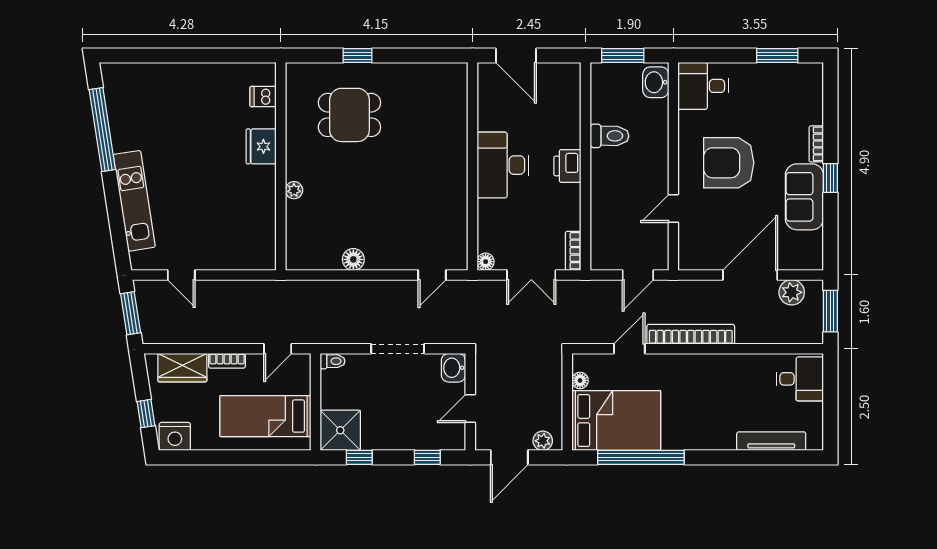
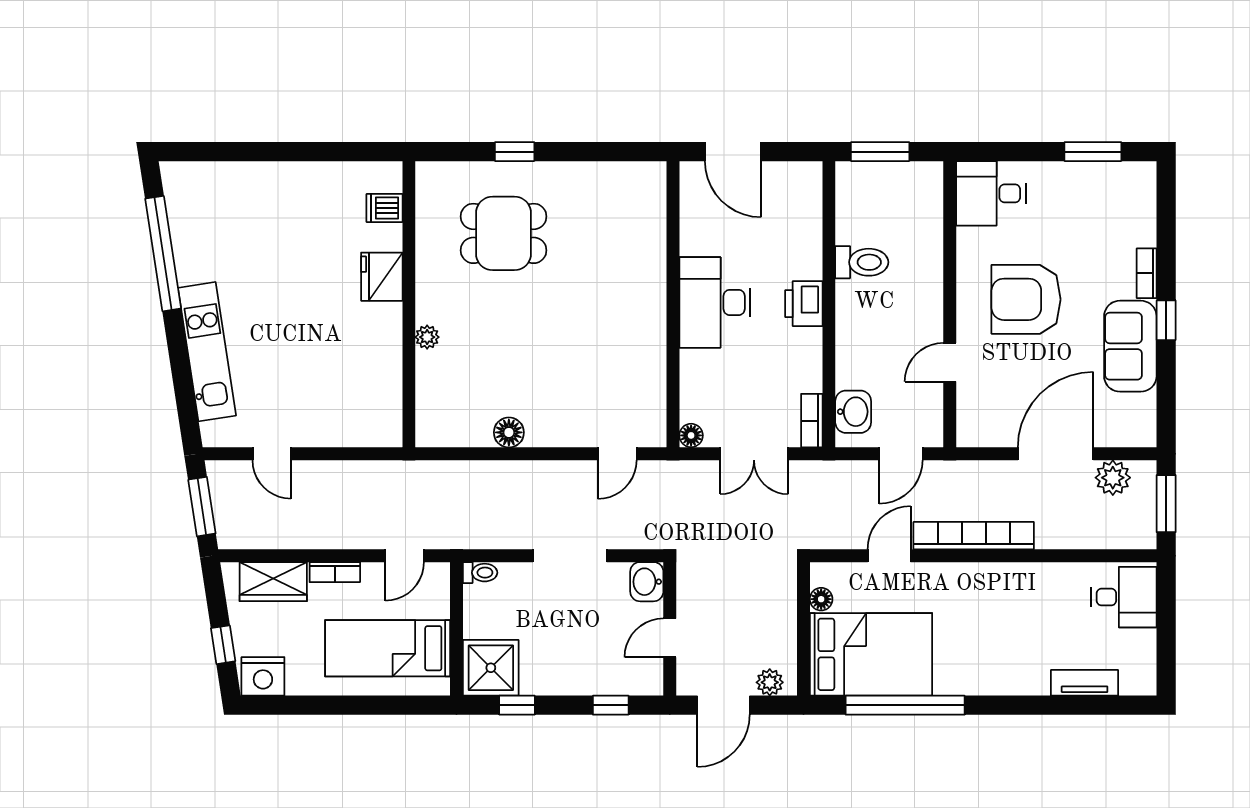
washbasin: (656, 82) -> (853, 412), moved, turned 180
tv unit: (771, 441) -> (1085, 683), width x0.71

